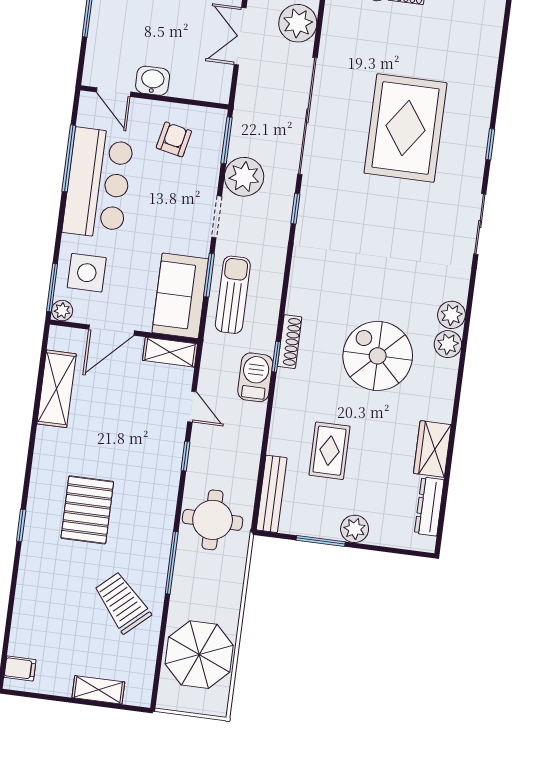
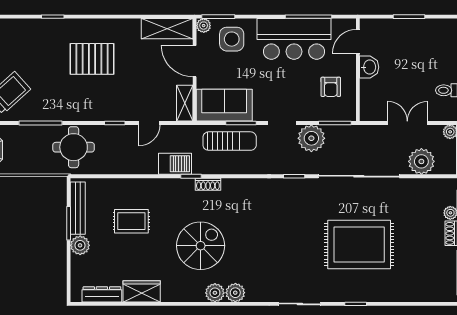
armchair: (174, 139) -> (331, 87), turned 78
shoe rack: (290, 342) -> (208, 184), width x0.70
shelving: (57, 389) -> (167, 29), moved
bench: (272, 494) -> (78, 208), moved, turned 90
pallet: (87, 510) -> (92, 59), moved

